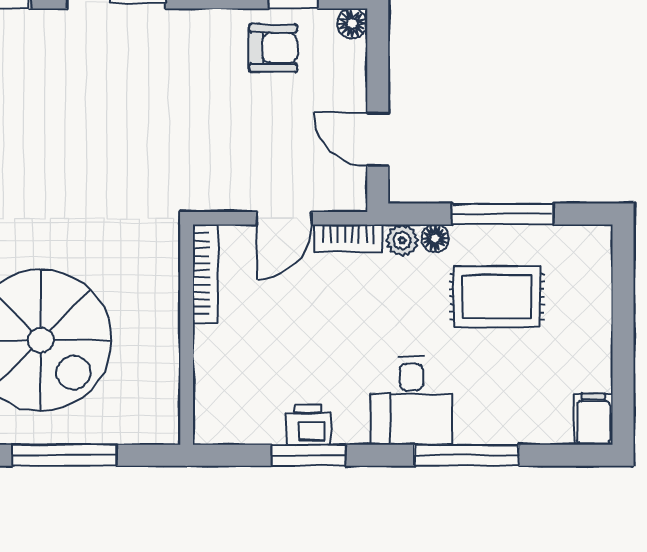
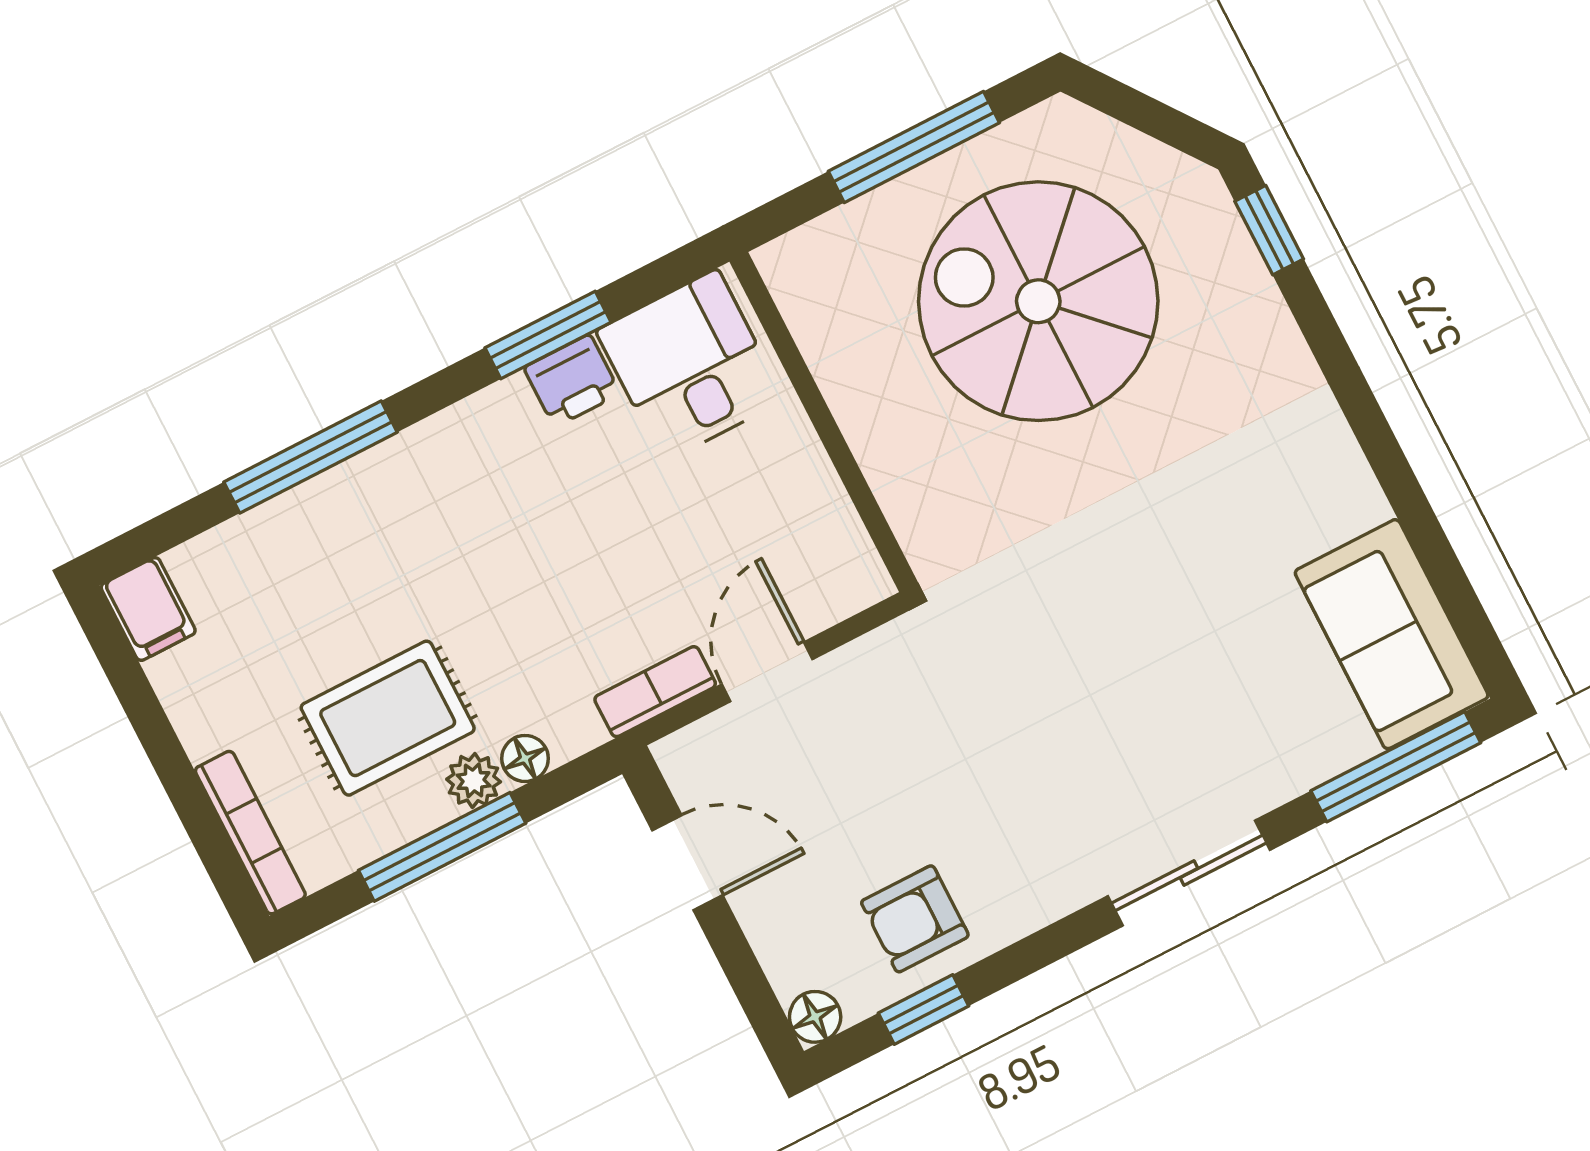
plant: (402, 241) -> (474, 780), moved
bookcase: (205, 273) -> (250, 833), moved, turned 180
desk: (411, 401) -> (690, 365), moved

